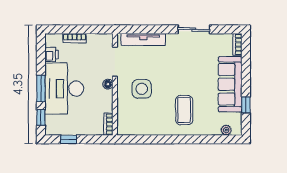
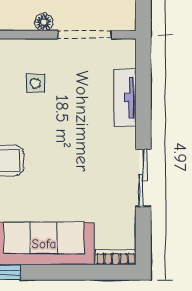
tv unit: (143, 39) -> (125, 98), width x0.71
side table: (142, 89) -> (35, 83), width x0.54, depth x0.54

